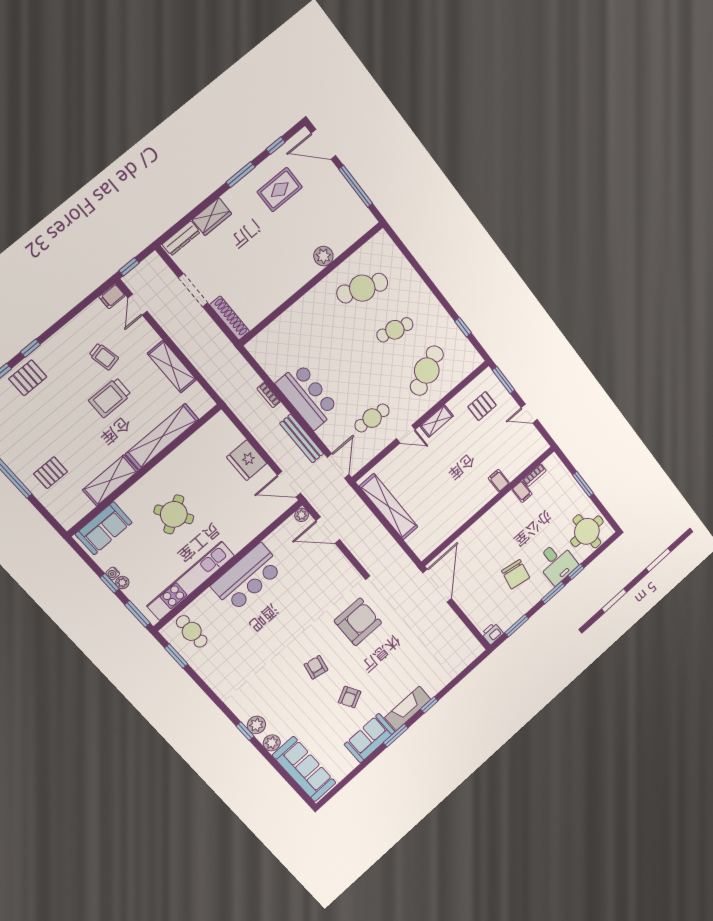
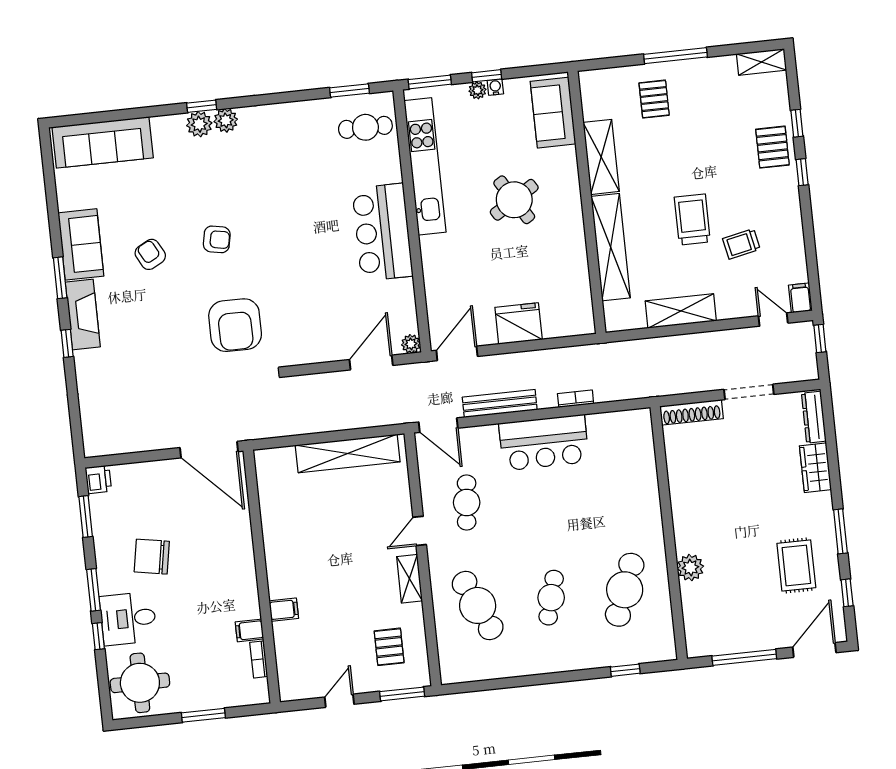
window: (463, 327) -> (625, 670), moved
plant: (272, 743) -> (226, 120), moved

